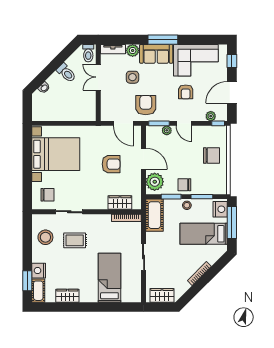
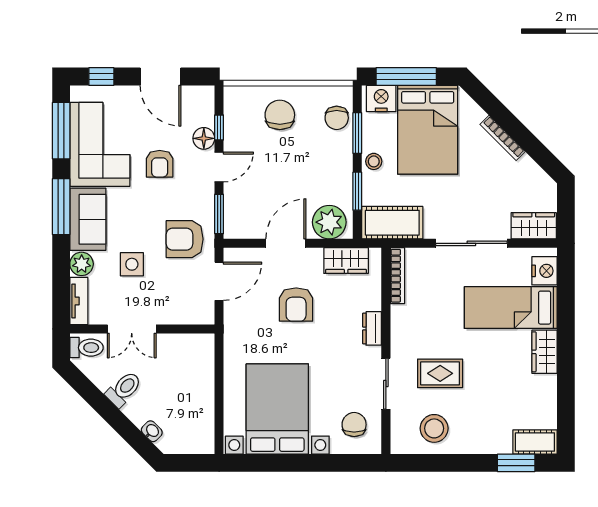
window: (203, 40) -> (61, 131), added
armchair: (186, 92) -> (160, 164), turned 90
floor lamp: (199, 115) -> (204, 138), added
plant: (211, 116) -> (205, 117), removed
window: (218, 123) -> (219, 127), moved
plant: (167, 130) -> (232, 200), removed
armchair: (111, 164) -> (296, 305), turned 180
chair: (184, 185) -> (337, 118), moved
wardrobe: (120, 203) -> (346, 261), moved, turned -90
dresser: (98, 204) -> (372, 328), added
bed: (204, 234) -> (428, 130), width x1.50
rug: (75, 240) -> (440, 373), turned 90
sliding door: (144, 257) -> (471, 243), width x1.37
nightstand: (39, 271) -> (544, 271), moved, turned -90
wardrobe: (162, 295) -> (534, 226), moved, turned 90
wardrobe: (67, 296) -> (545, 352), moved

